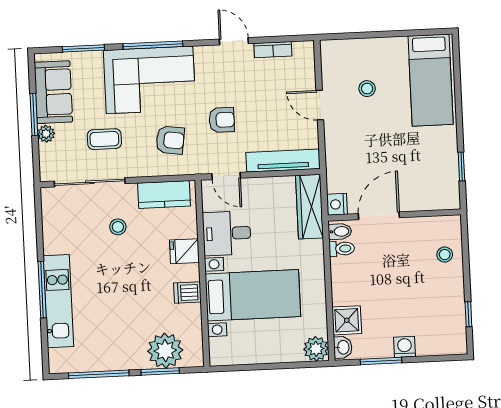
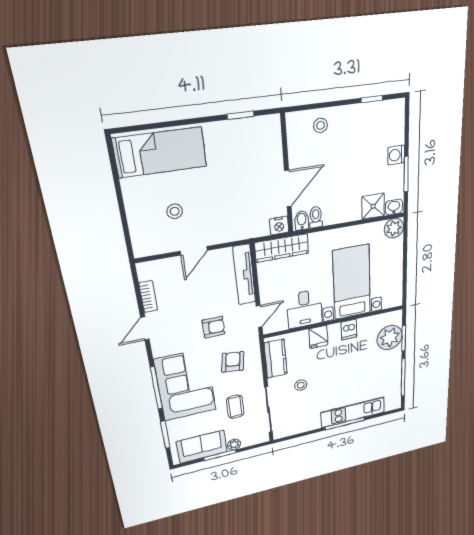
armchair: (222, 120) -> (214, 327), turned 90
door: (379, 216) -> (288, 188), swing flipped

